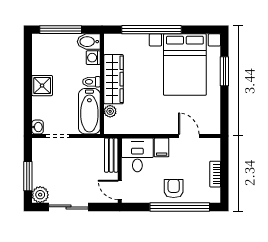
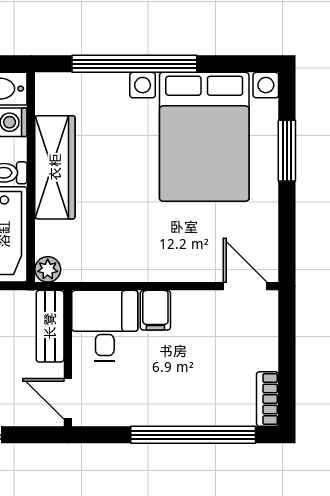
plant: (110, 111) -> (48, 269), moved
door: (189, 136) -> (245, 286), moved
bookcase: (215, 174) -> (268, 399), moved
armchair: (174, 188) -> (181, 396), removed

